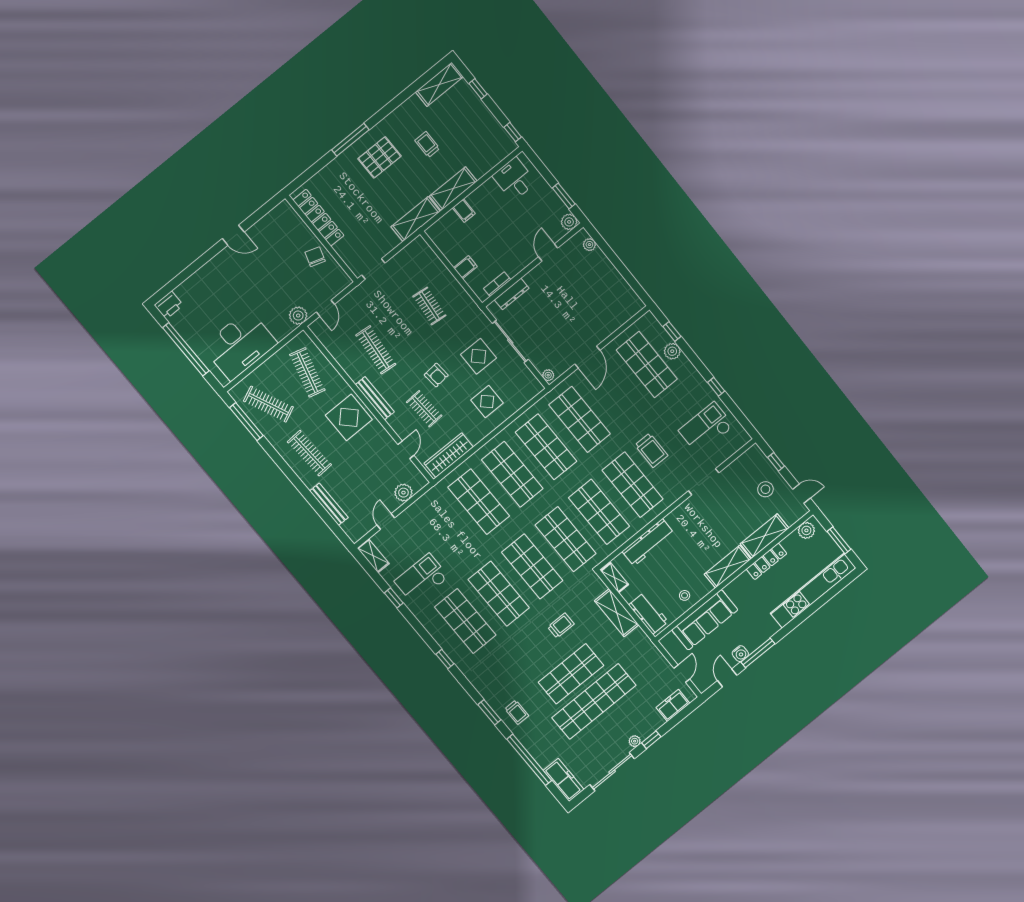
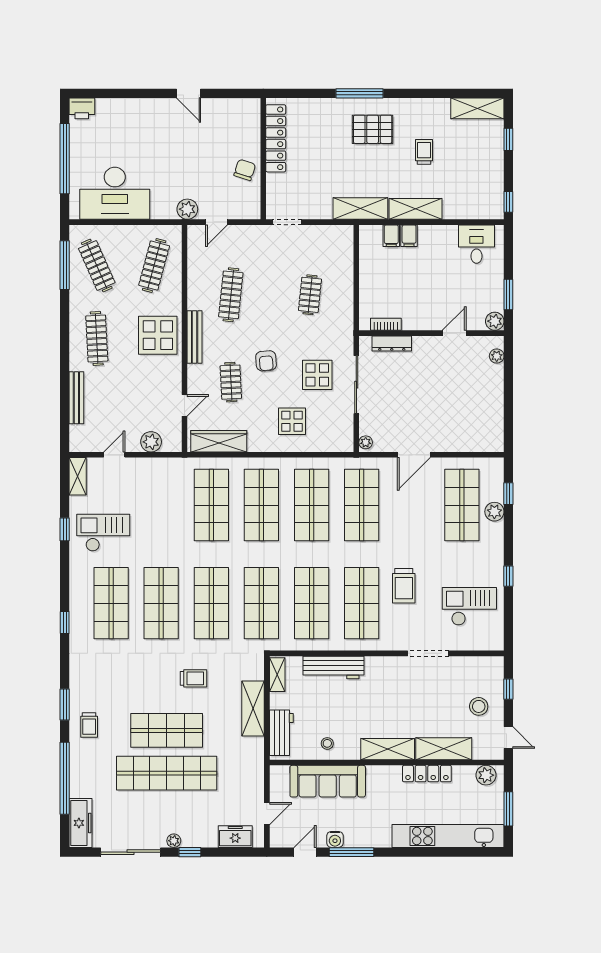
filing cabinet: (465, 267) -> (391, 236), moved, turned 90

